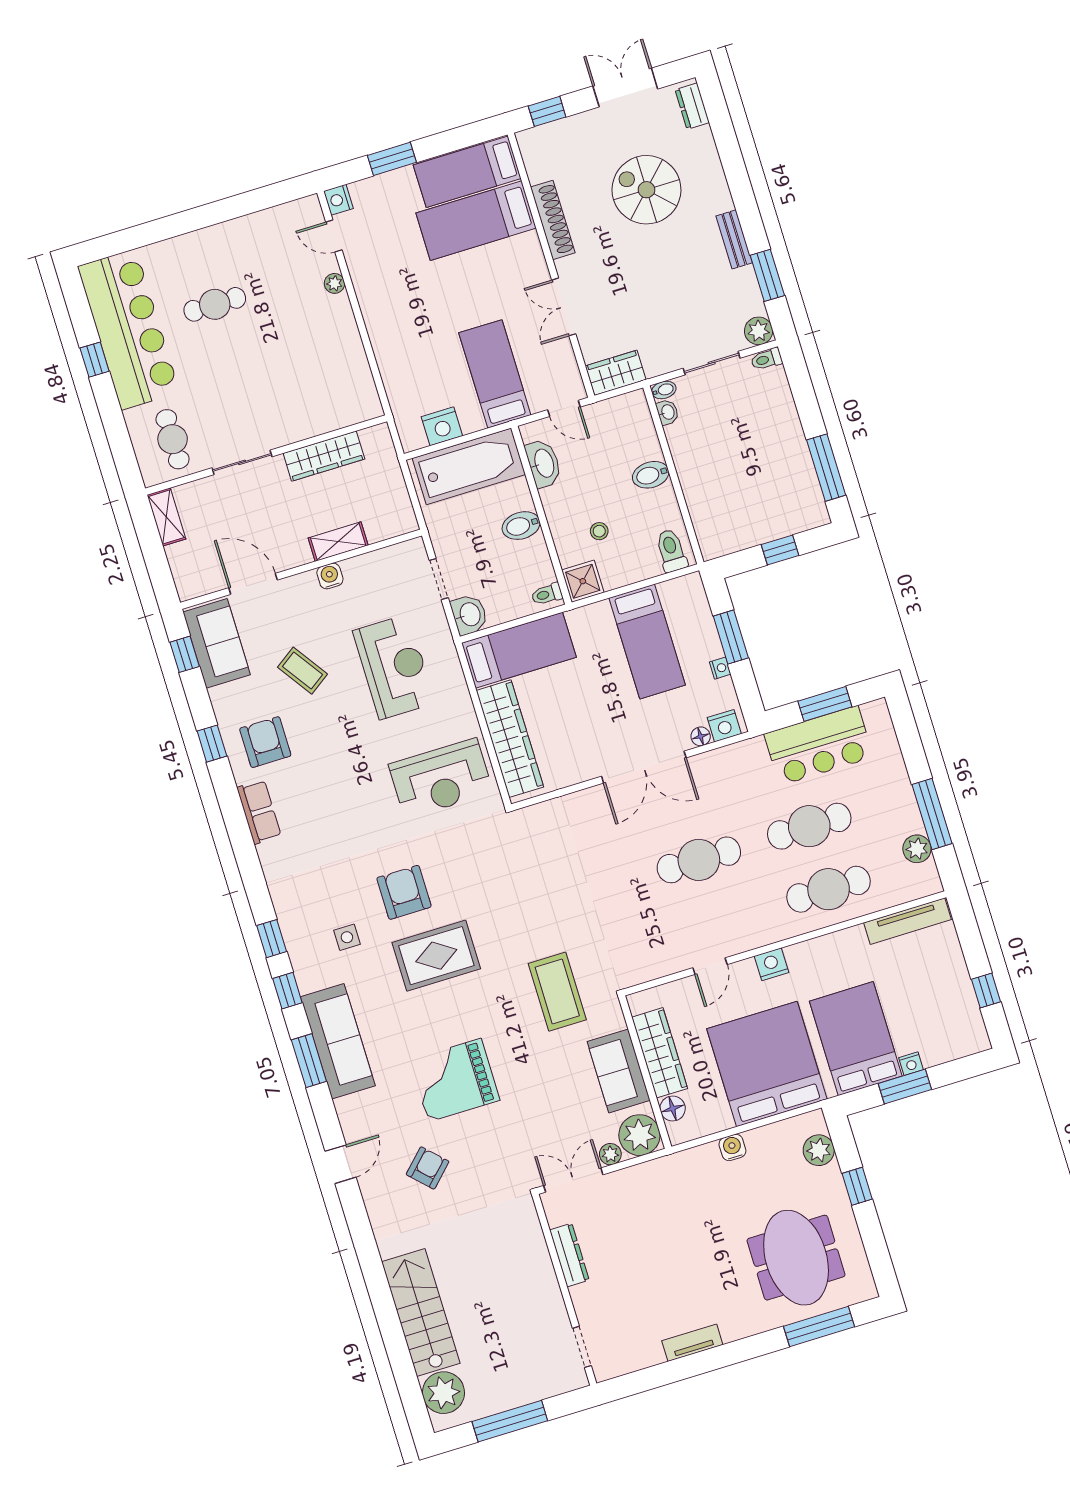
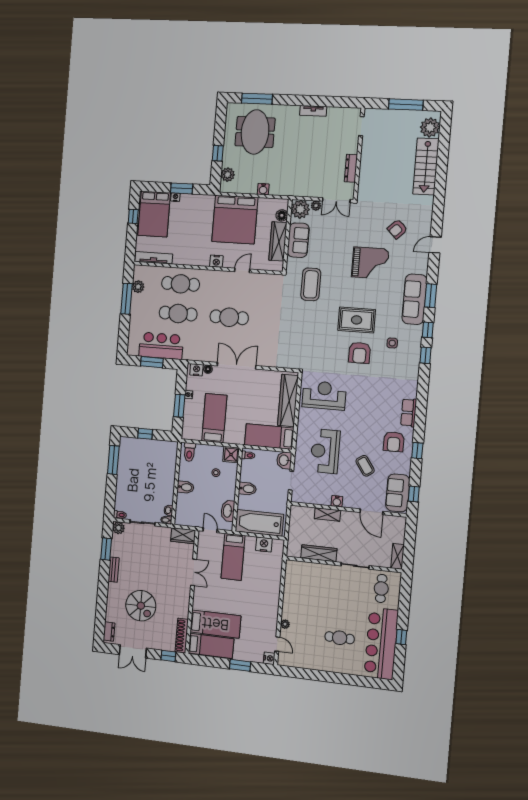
shoe rack: (553, 220) -> (182, 636), moved
bed: (856, 1039) -> (154, 214), moved

